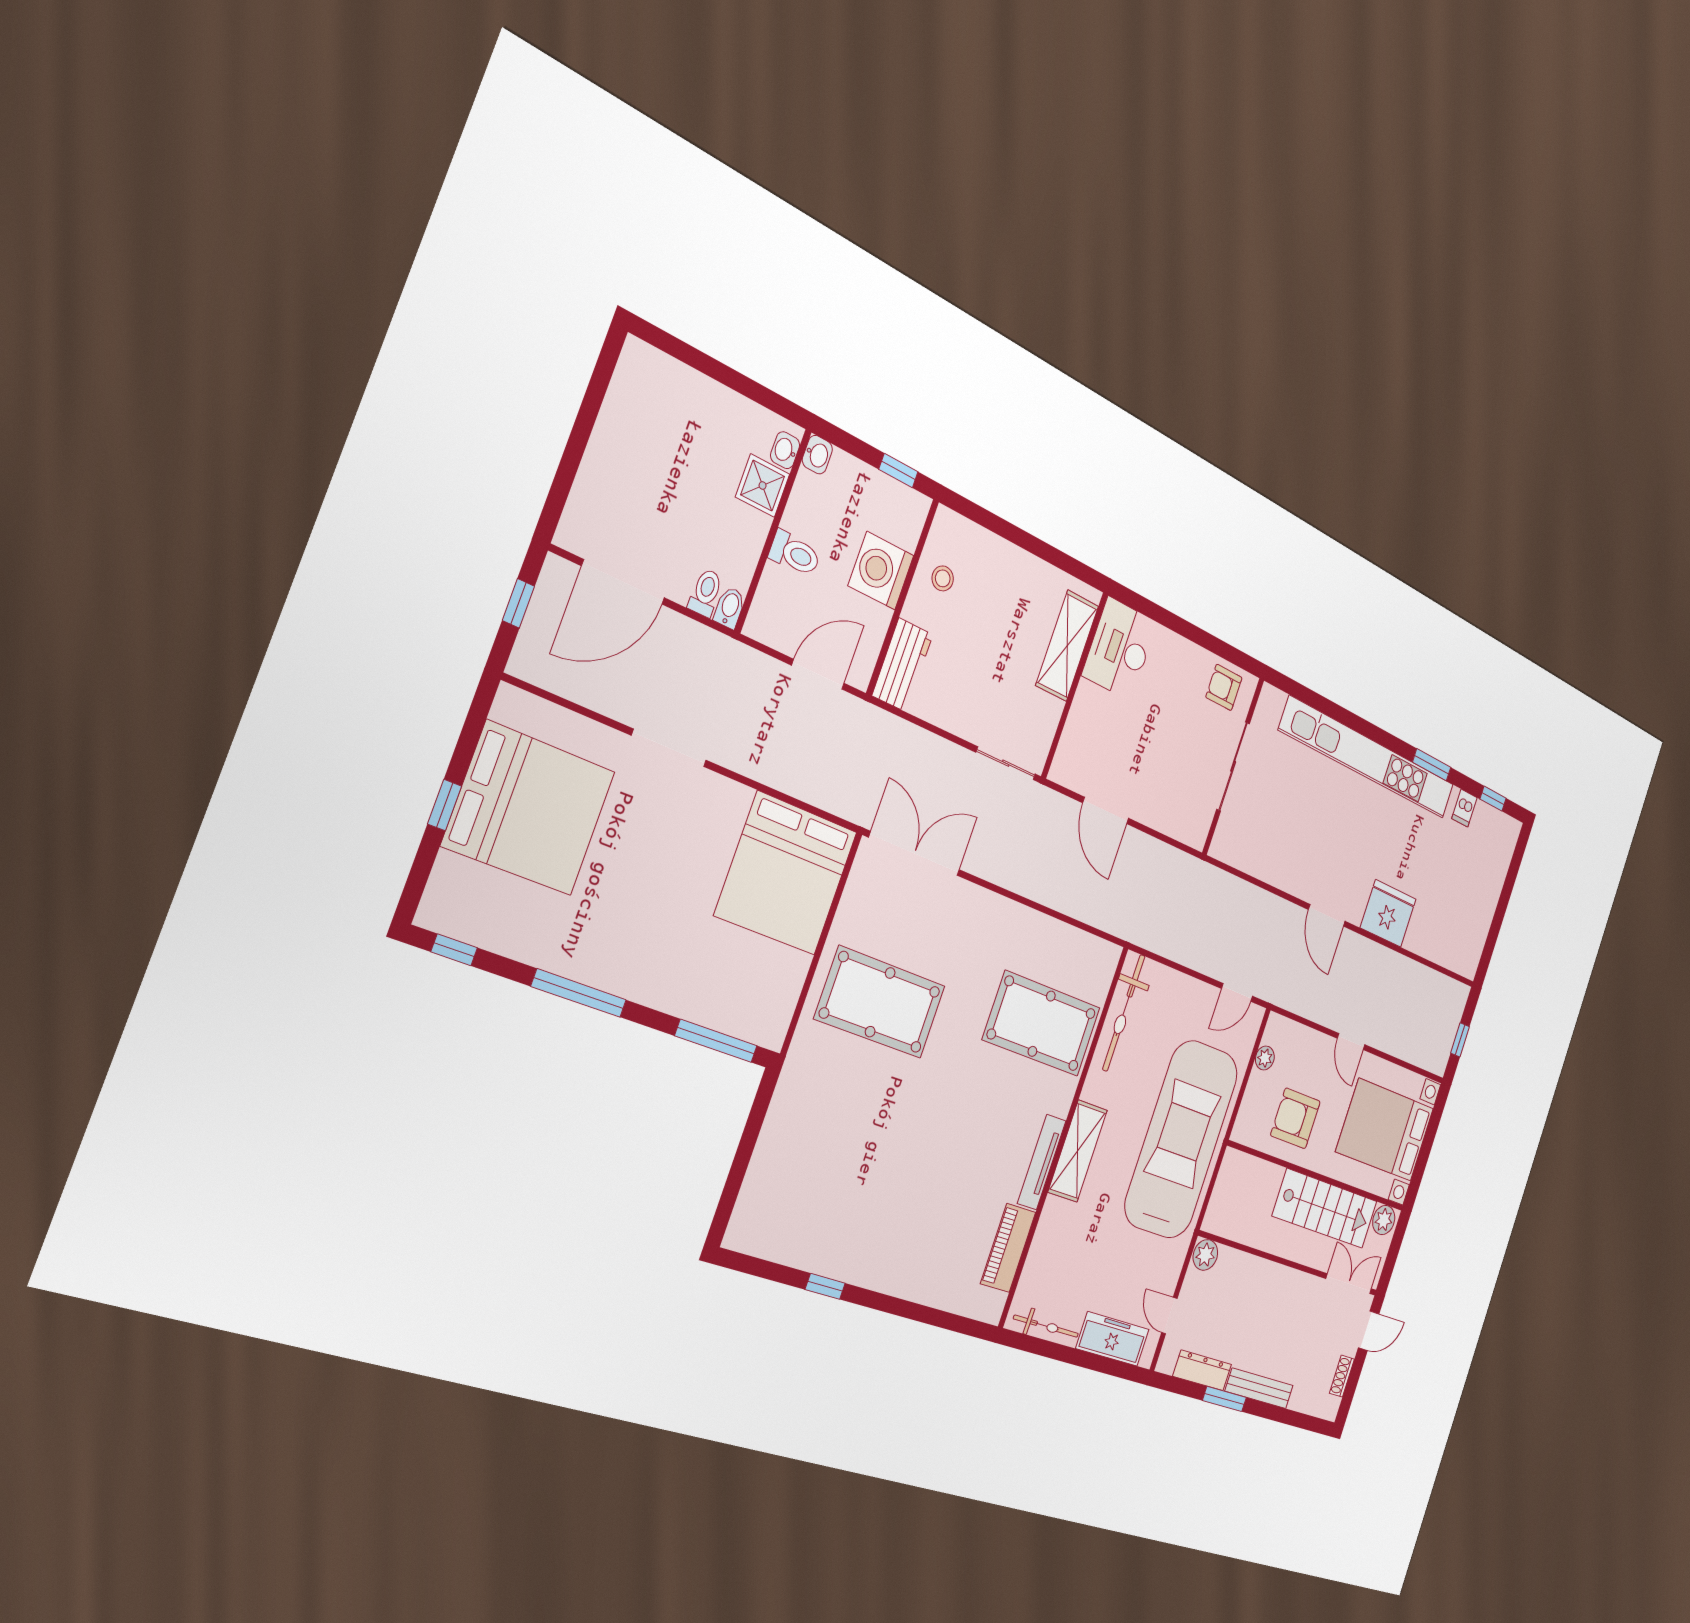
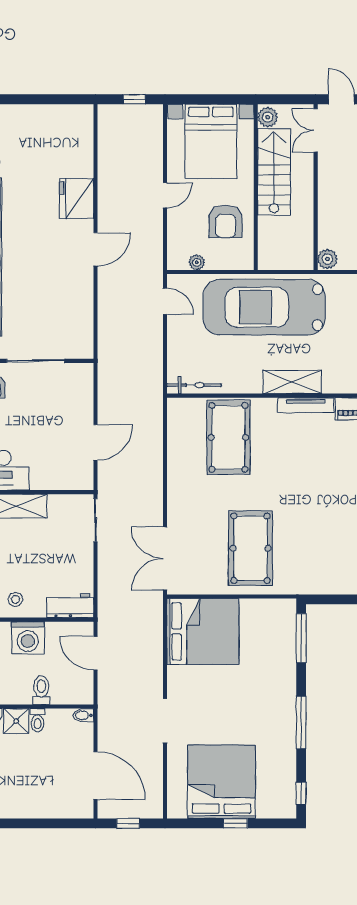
toilet: (706, 593) -> (37, 720), moved, turned -90
bicycle: (1124, 1013) -> (194, 385), width x0.73, depth x0.71

